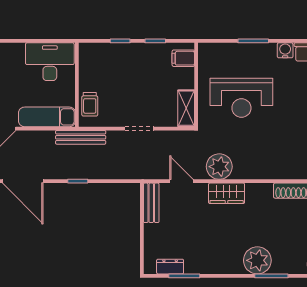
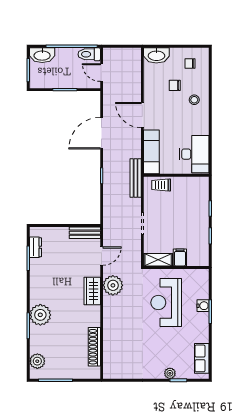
water cooler: (285, 50) -> (203, 306), moved
filing cabinet: (183, 58) -> (180, 258), moved

